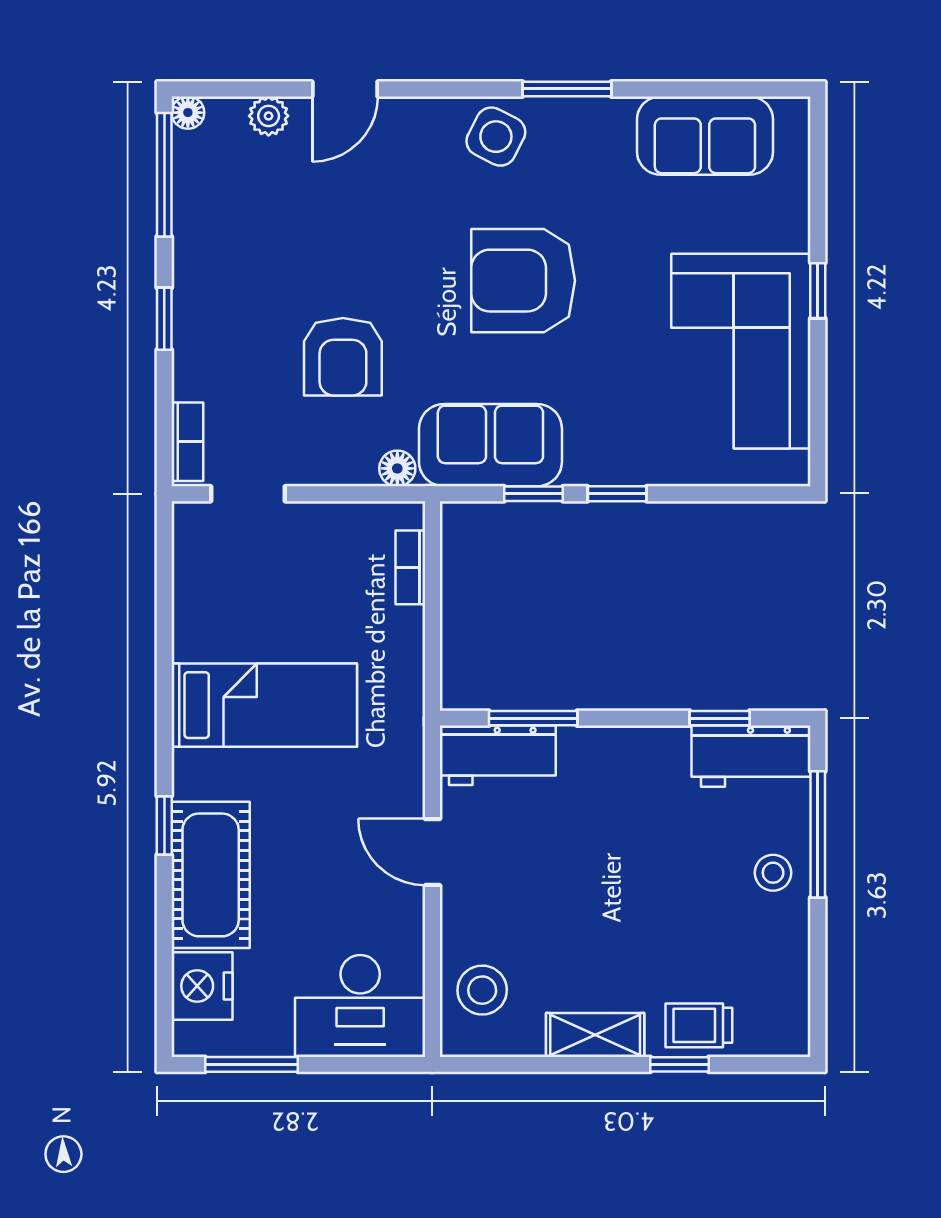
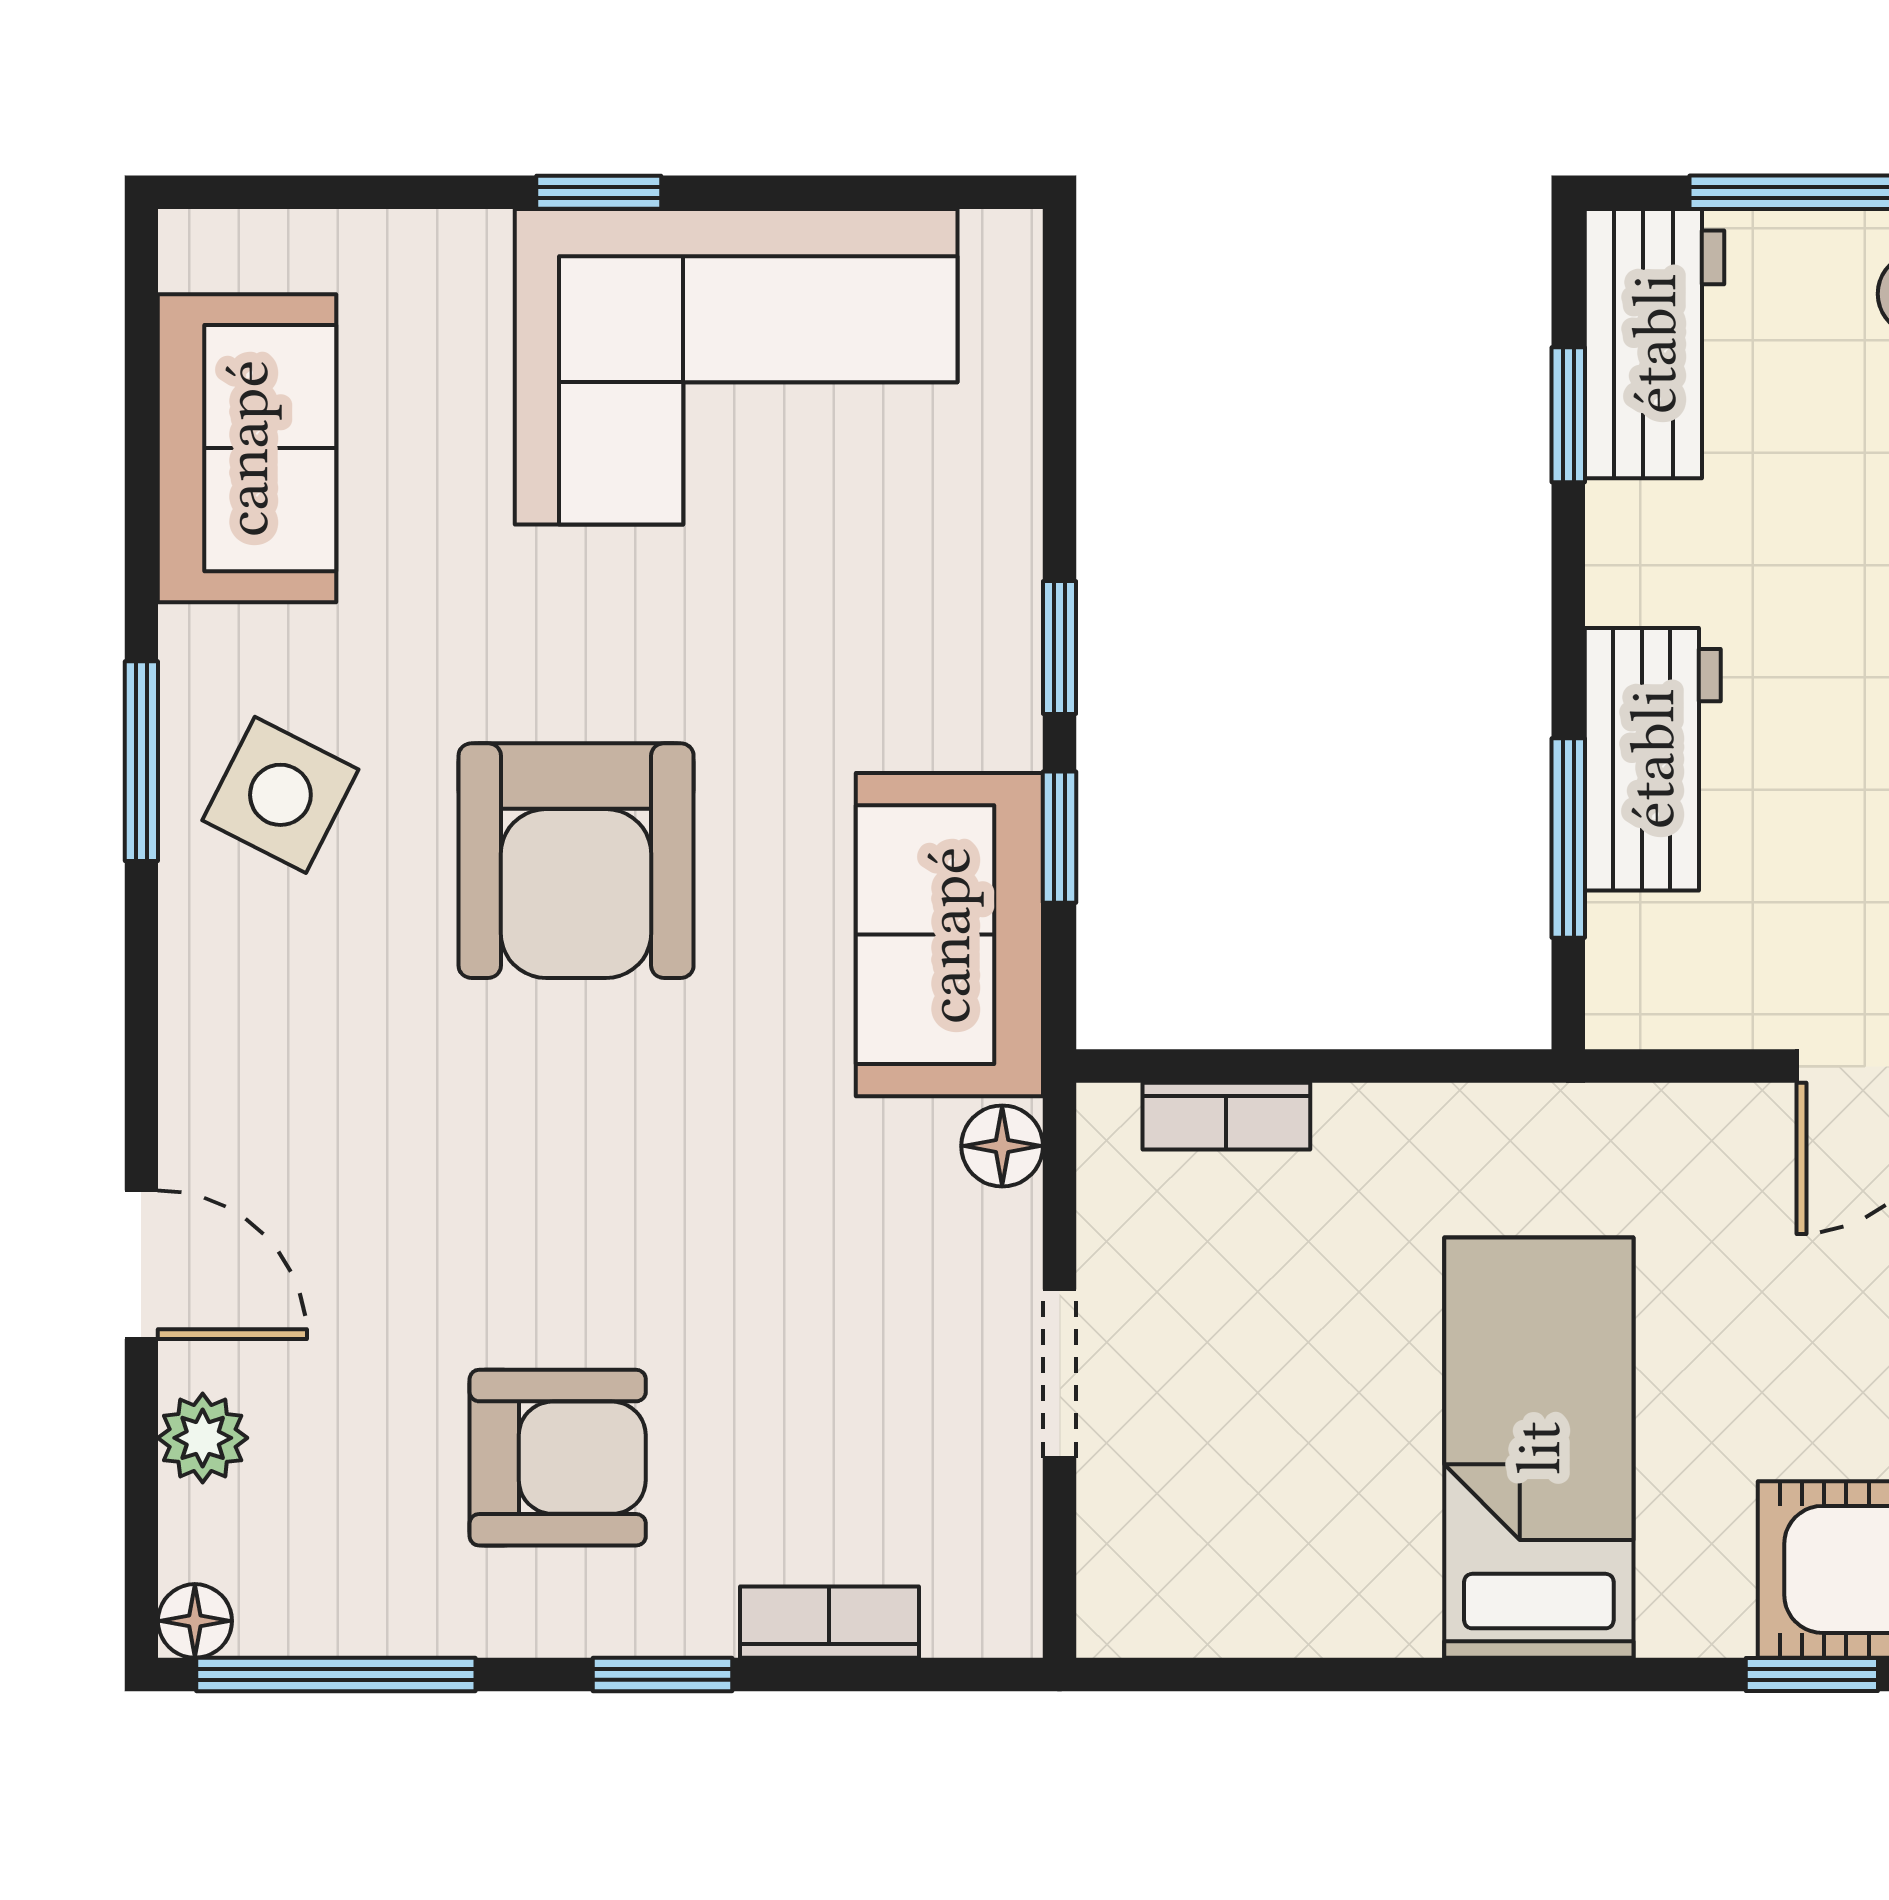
side table: (496, 137) -> (280, 795), moved
armchair: (343, 357) -> (558, 1458), moved
bookcase: (187, 442) -> (829, 1622), moved
doorway: (248, 494) -> (1059, 1374), moved
workbench: (498, 755) -> (1653, 759), moved

